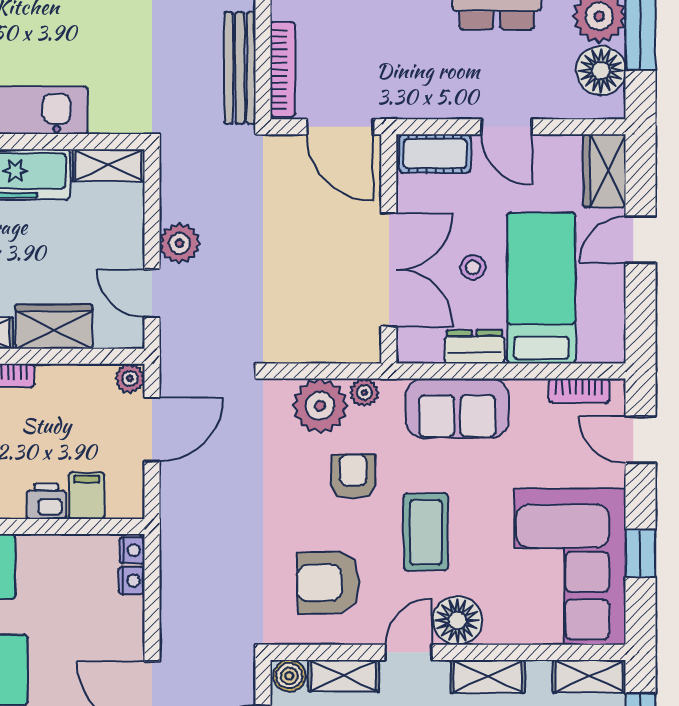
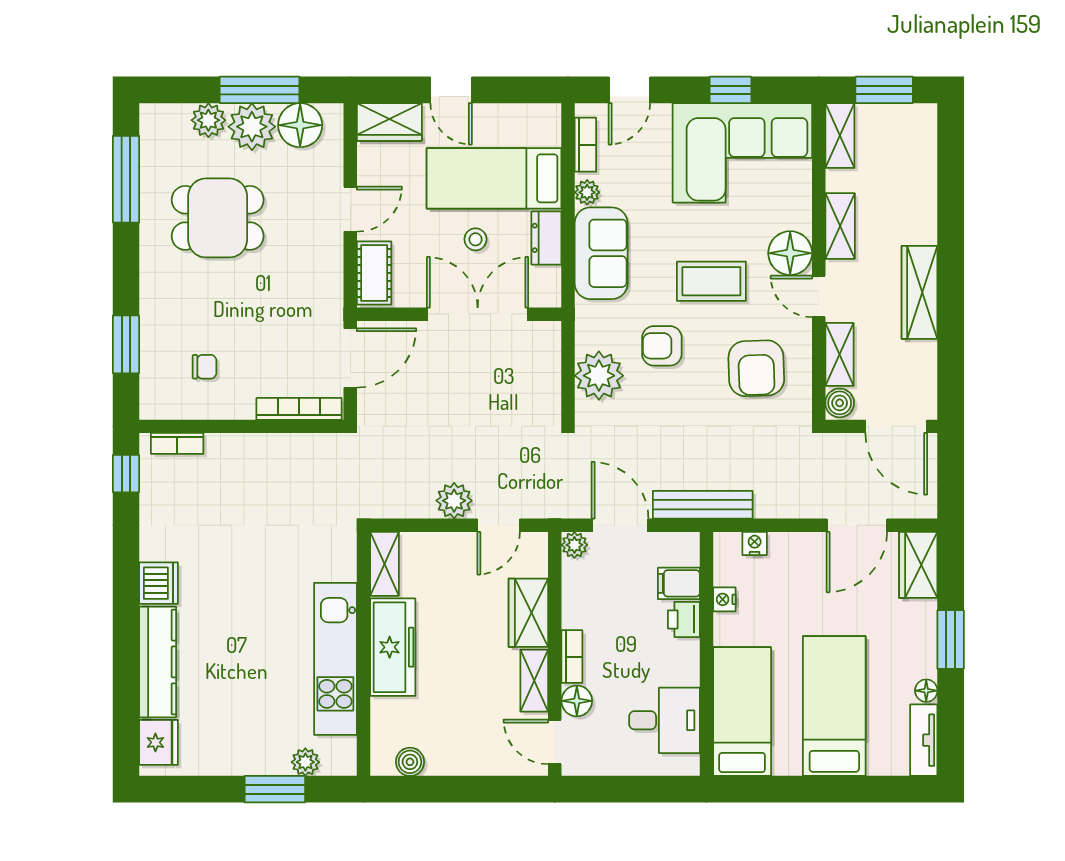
bench: (240, 68) -> (703, 505), moved
plant: (364, 392) -> (587, 192), moved
nightstand: (132, 550) -> (724, 599), moved, turned -90

